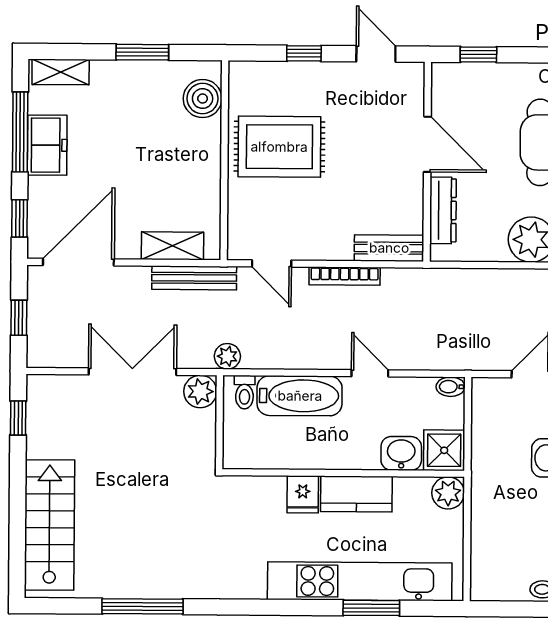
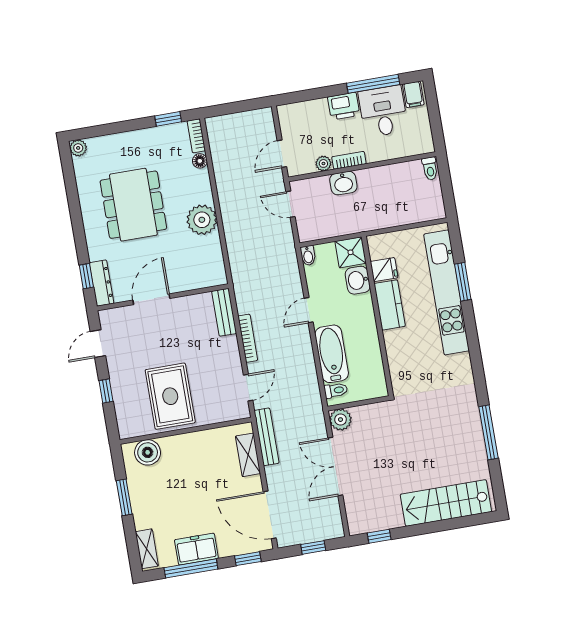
dresser: (443, 210) -> (102, 283), moved, turned 90
plant: (227, 356) -> (314, 406), removed
plant: (448, 493) -> (378, 245), removed
fridge: (303, 494) -> (384, 270), moved

